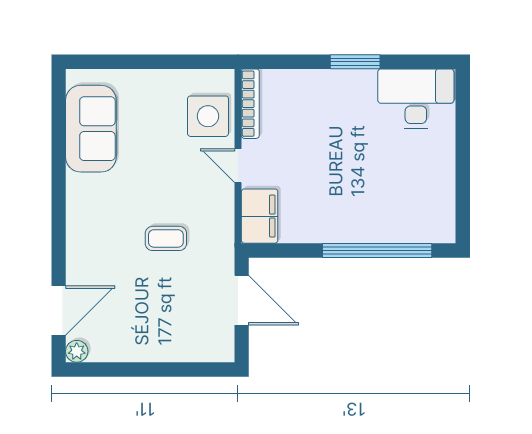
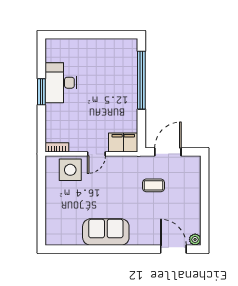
desk: (416, 99) -> (61, 83), moved
bookcase: (250, 104) -> (57, 147), width x0.64
sofa: (91, 129) -> (106, 232), moved
coffee table: (166, 238) -> (154, 185), moved, turned 90

